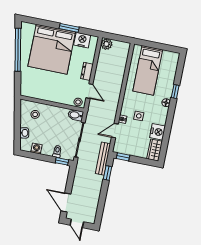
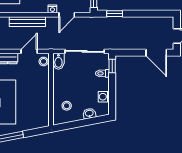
door: (115, 131) -> (67, 15), hinge flipped
bench: (103, 159) -> (27, 22), moved
door: (66, 203) -> (156, 53), hinge flipped

